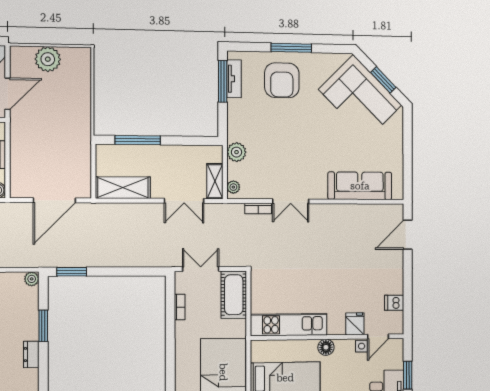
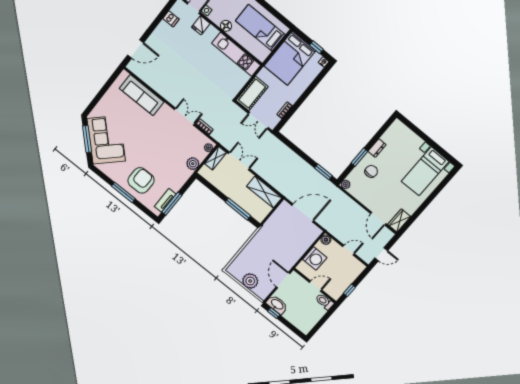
window: (383, 80) -> (87, 139), width x1.44
door: (8, 94) -> (283, 280), hinge flipped
chair: (14, 321) -> (371, 171), added

